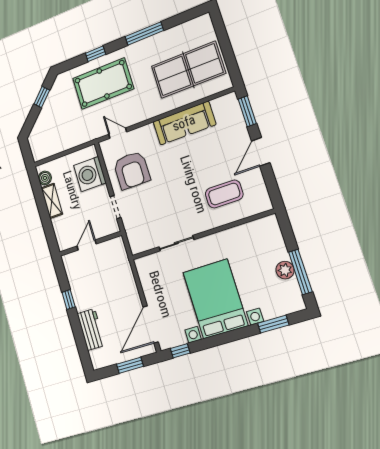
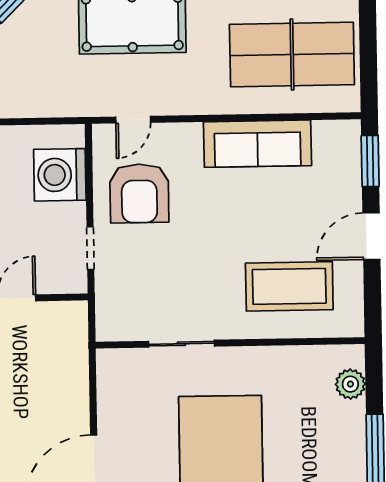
door: (118, 133) -> (133, 120), swing flipped
coffee table: (224, 194) -> (289, 286), width x1.36, depth x1.32
plant: (285, 270) -> (350, 384), moved

